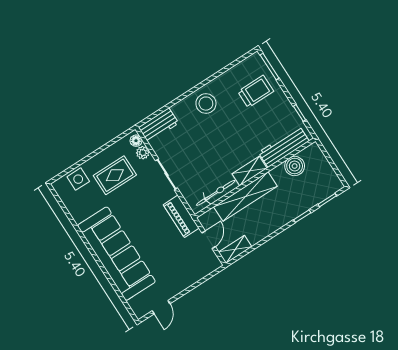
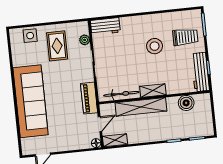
stool: (206, 104) -> (155, 46), moved
floor lamp: (136, 141) -> (96, 143), moved
workbench: (284, 147) -> (200, 72), moved, turned -90
rug: (115, 175) -> (57, 46), turned 90

